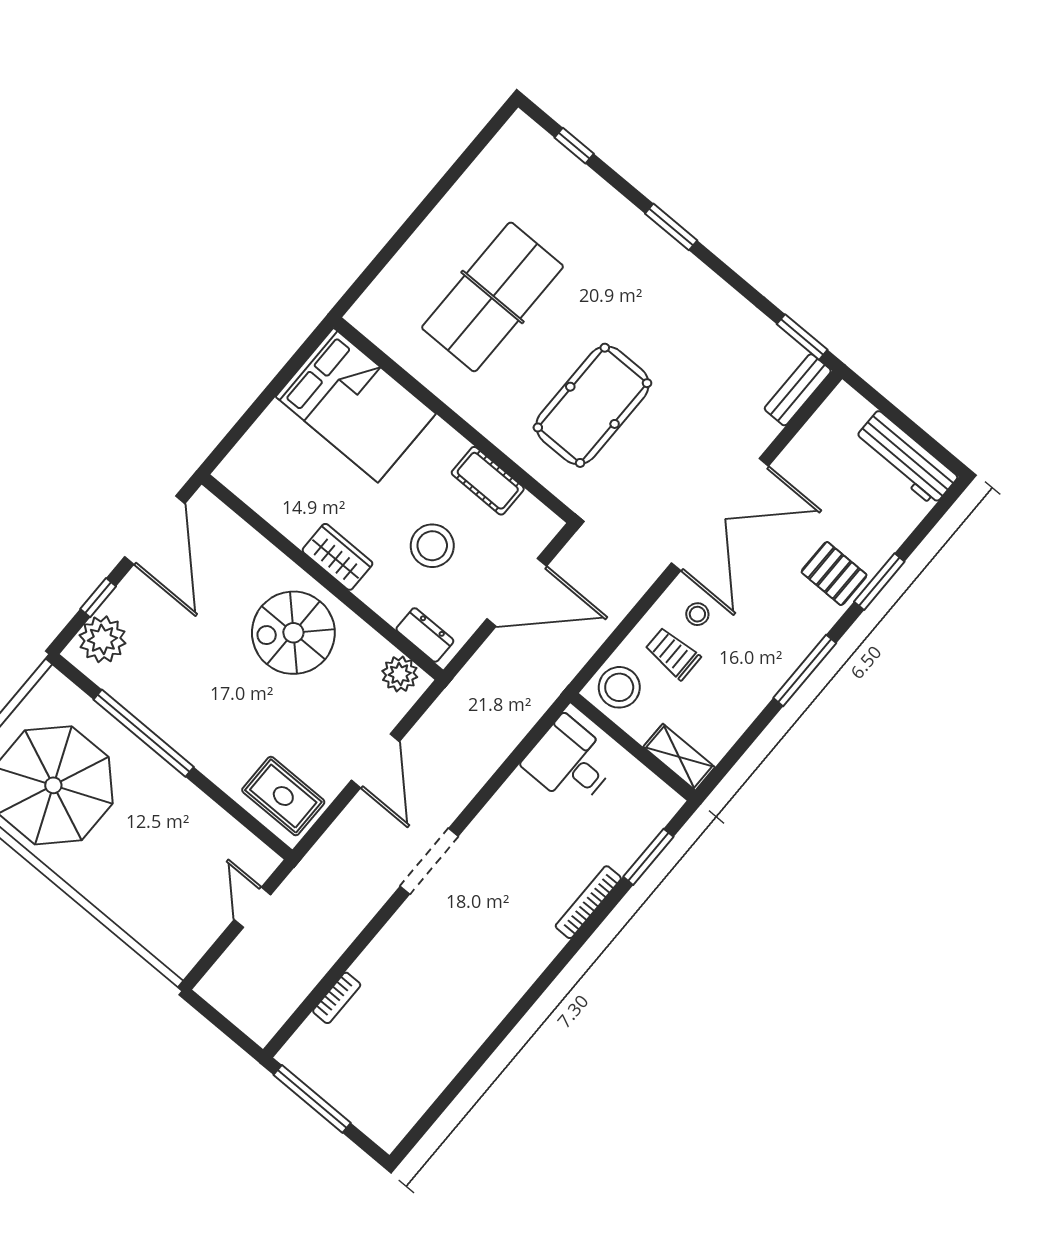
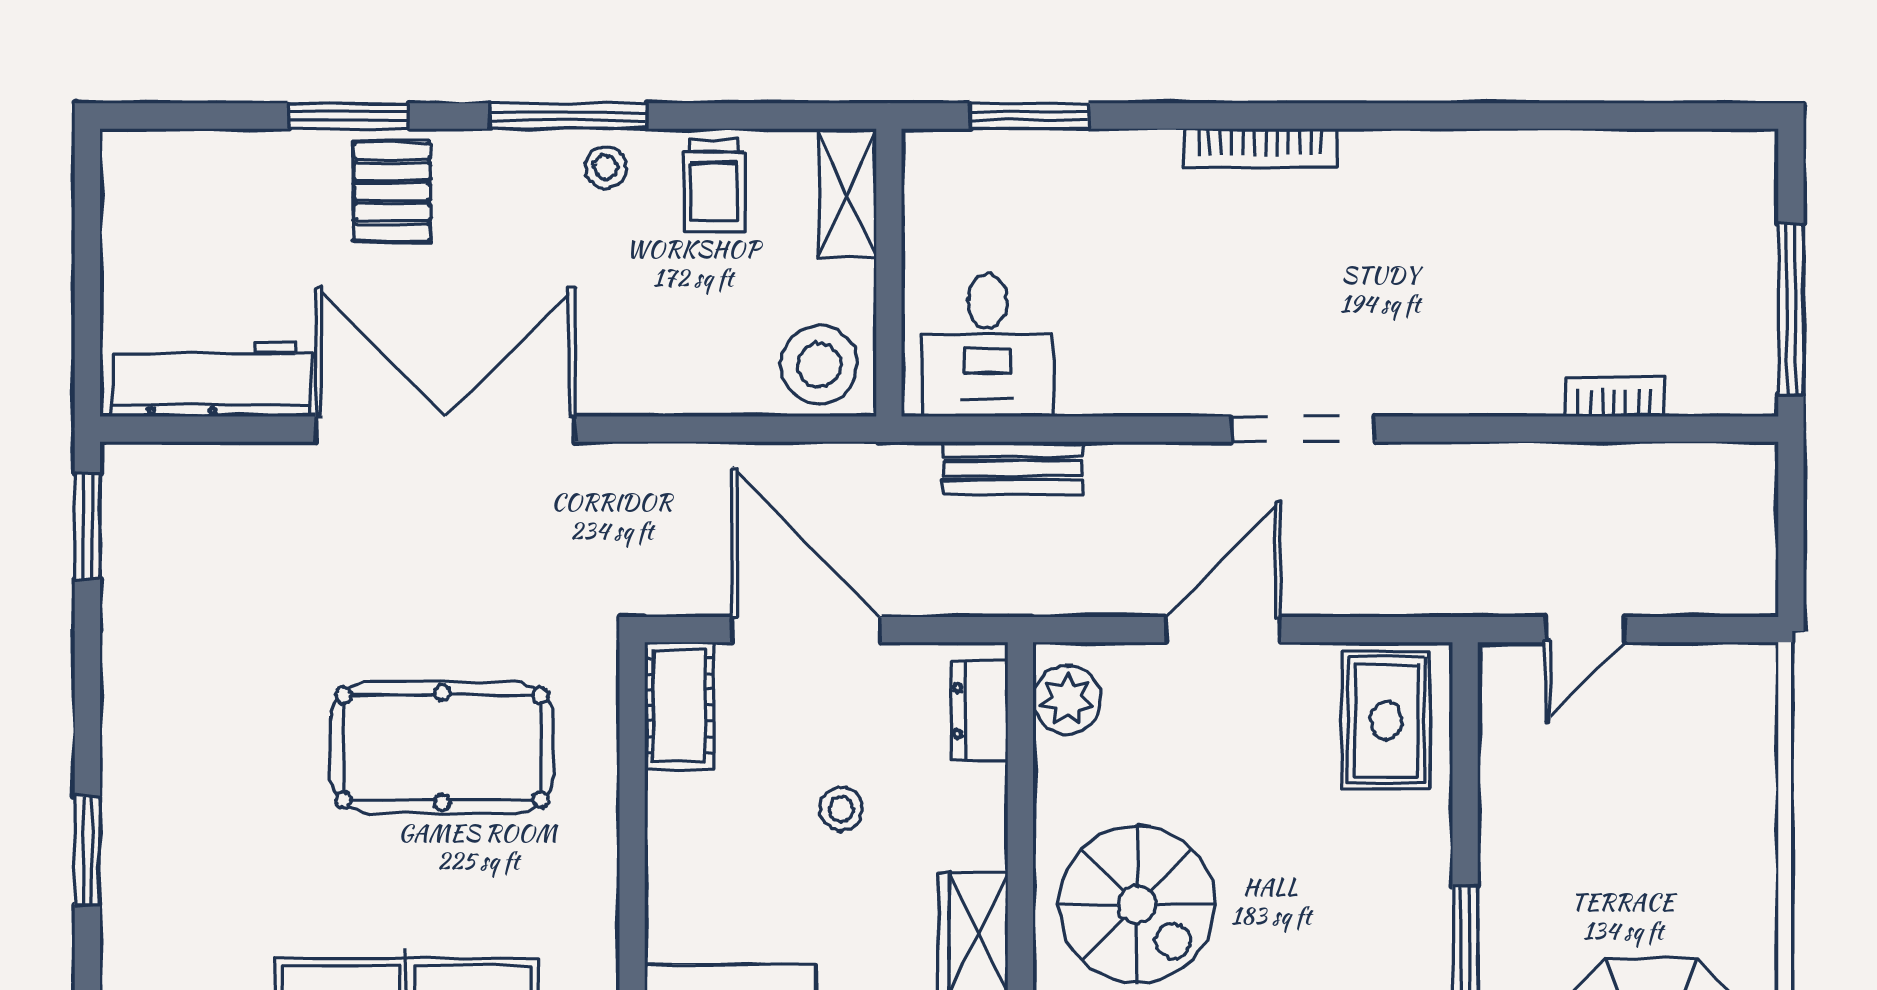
bench: (798, 390) -> (1013, 468), moved
workbench: (906, 458) -> (212, 379), moved, turned -90
cot: (488, 481) -> (679, 706), moved
stool: (432, 546) -> (841, 809), width x0.53, depth x0.53
stool: (697, 614) -> (606, 167), moved
trolley: (673, 653) -> (714, 185), moved
bookcase: (588, 902) -> (1260, 148), moved

